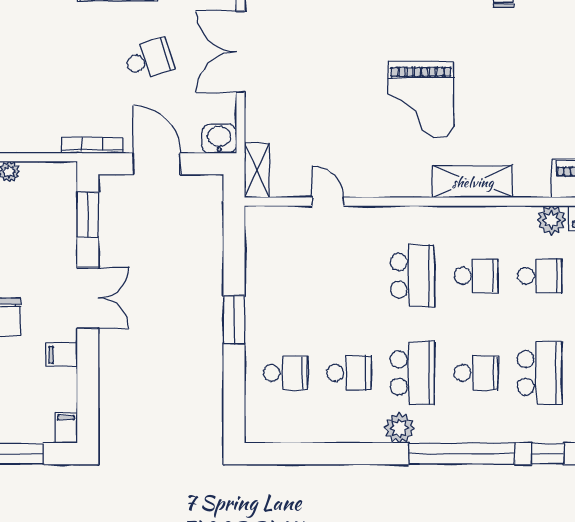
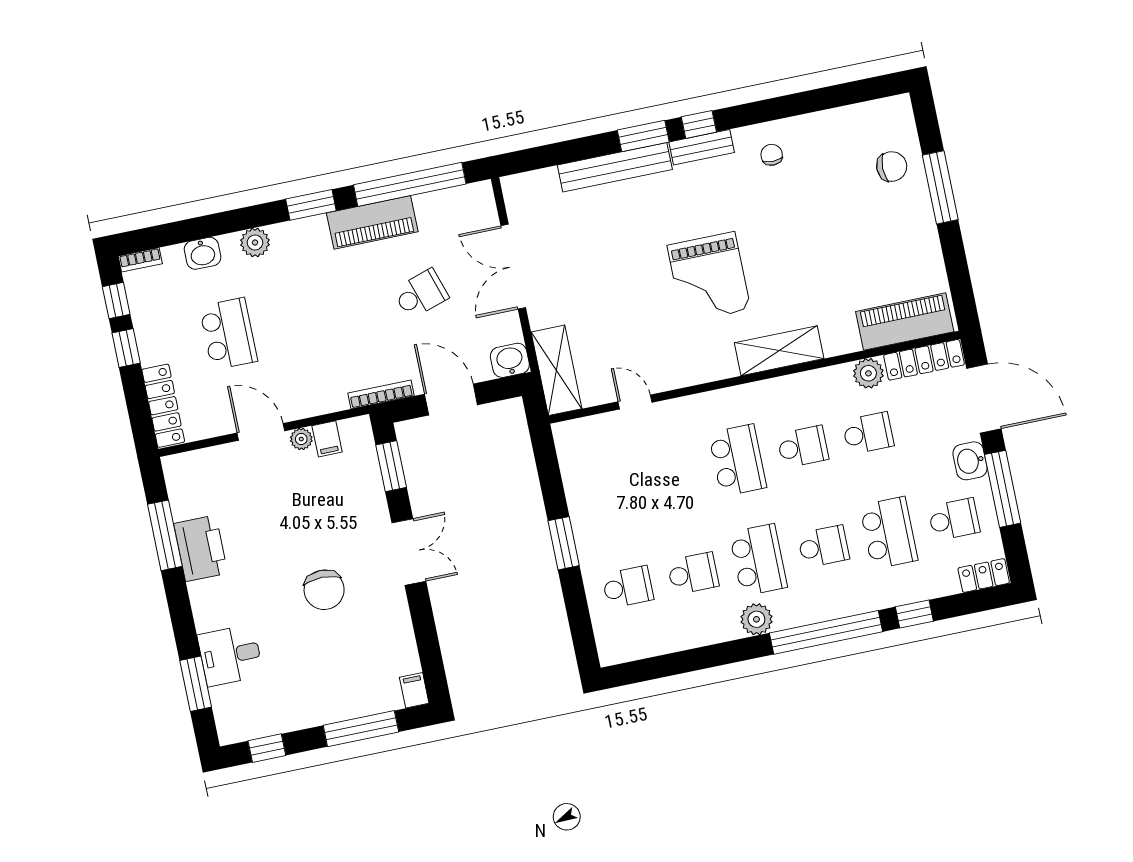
shelving: (257, 170) -> (556, 370), width x1.50, depth x1.33
filing cabinet: (62, 355) -> (327, 439), moved, turned -90

